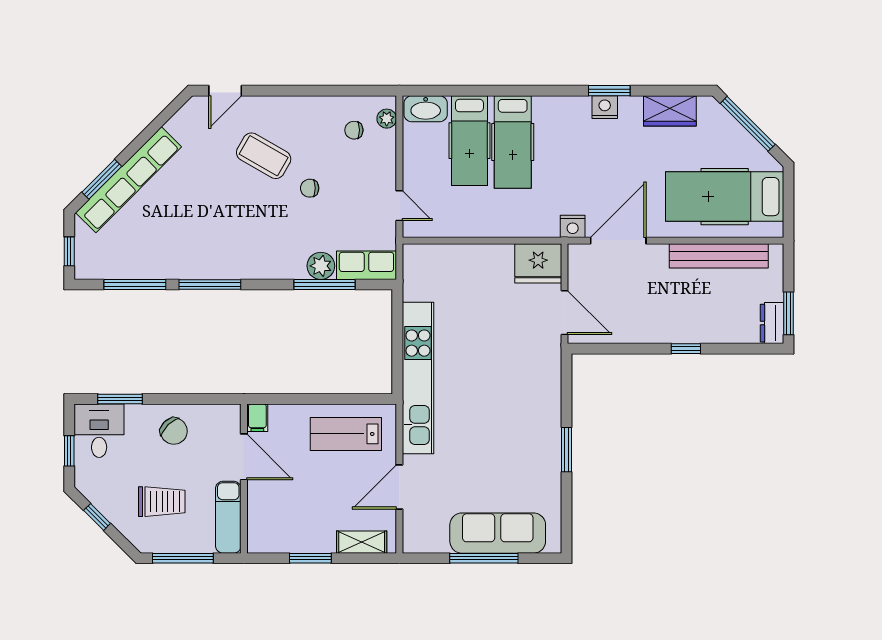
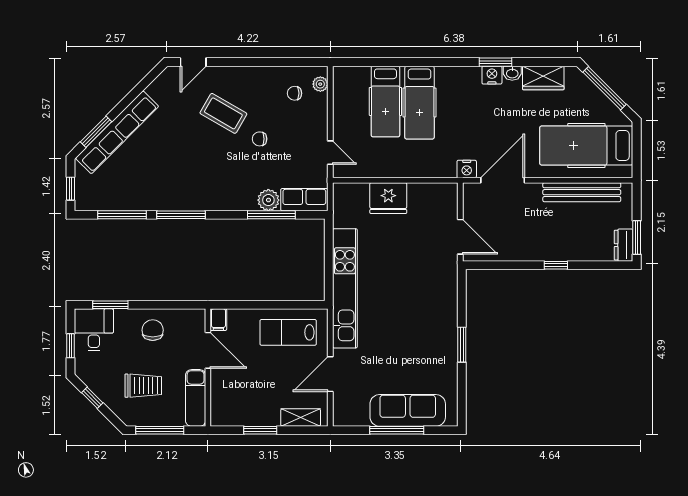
washbasin: (426, 109) -> (512, 73), moved, width x0.52, depth x0.69
fridge: (538, 263) -> (388, 198), moved
chair: (174, 431) -> (153, 330), turned -136

